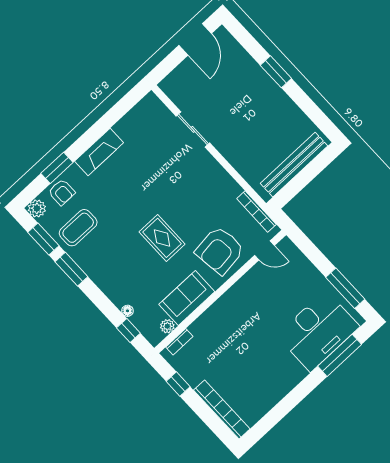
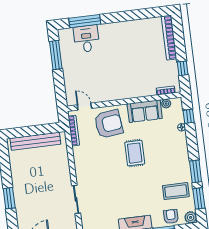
desk: (318, 331) -> (86, 39), width x0.53, depth x0.77

